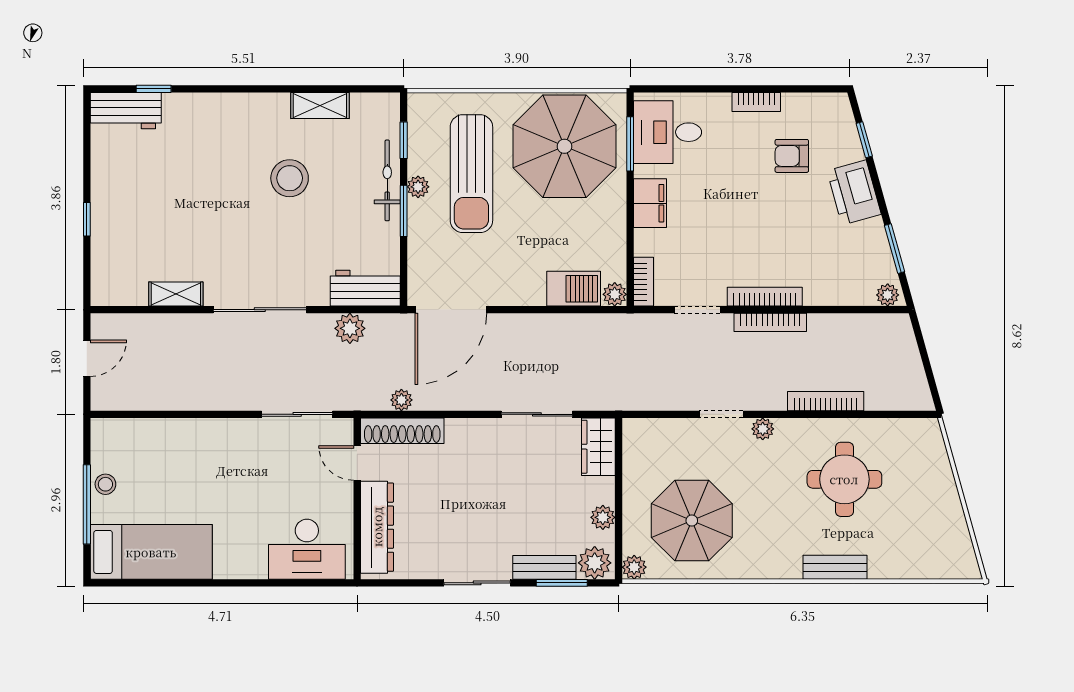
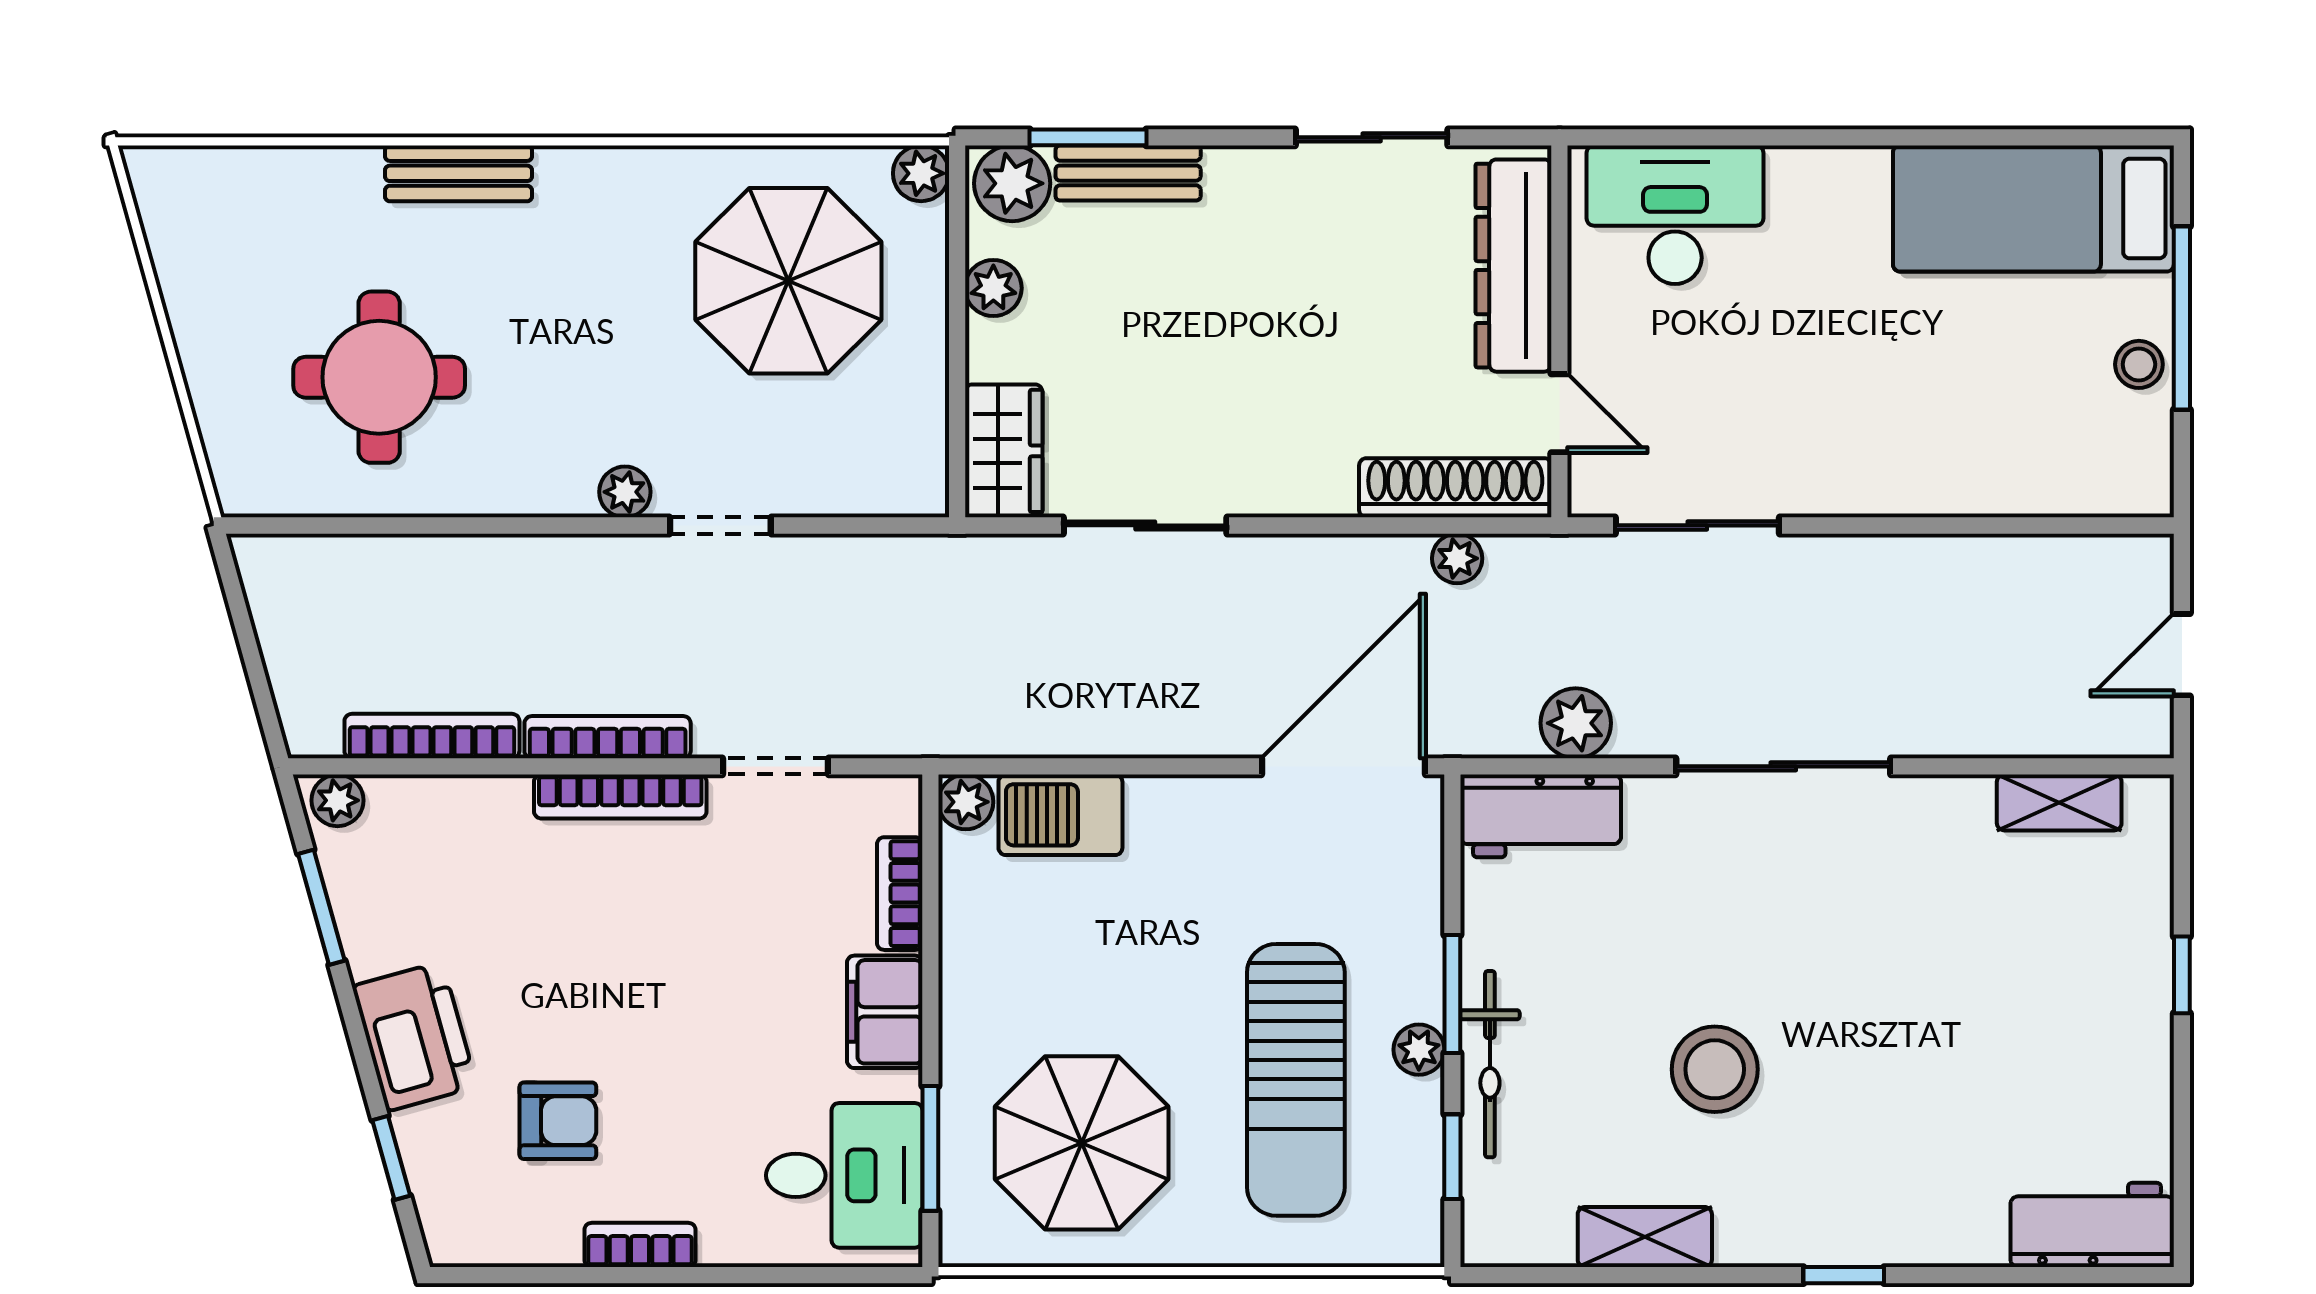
window: (154, 89) -> (1844, 1275), moved
parasol: (564, 146) -> (1082, 1143), width x0.73, depth x0.73
sun lounger: (471, 174) -> (1296, 1080), turned 180
bookcase: (643, 282) -> (900, 894), moved
shelving: (176, 294) -> (2059, 802), moved
bookcase: (826, 401) -> (432, 736), moved, turned 180
round table: (844, 479) -> (379, 377), moved
sliding door: (477, 583) -> (1372, 137), moved

